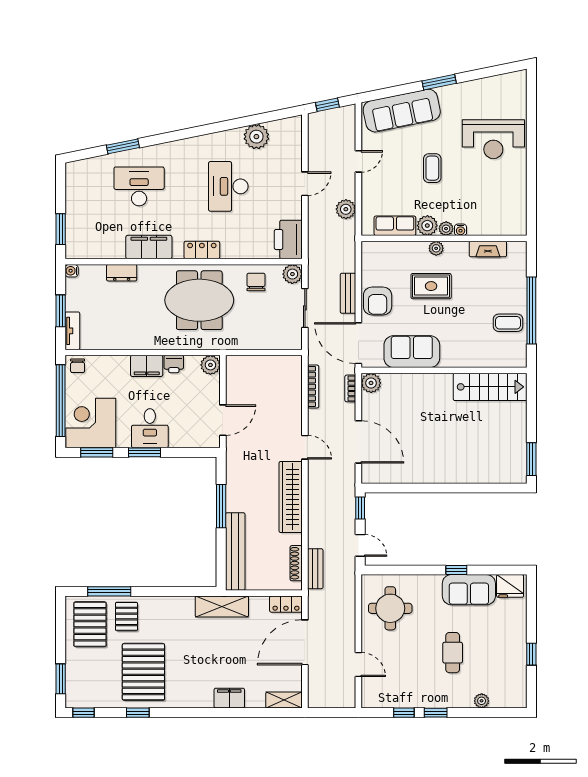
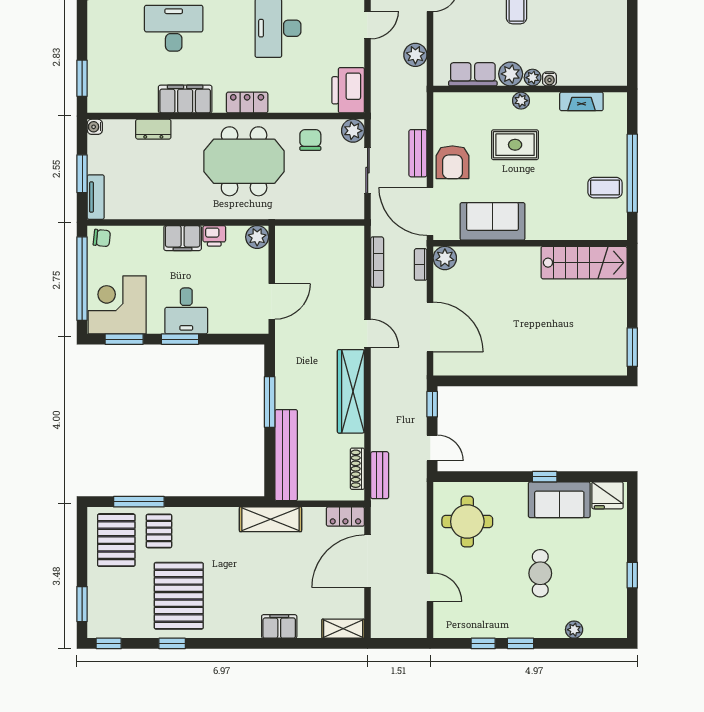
chair: (78, 366) -> (102, 238), turned -84

